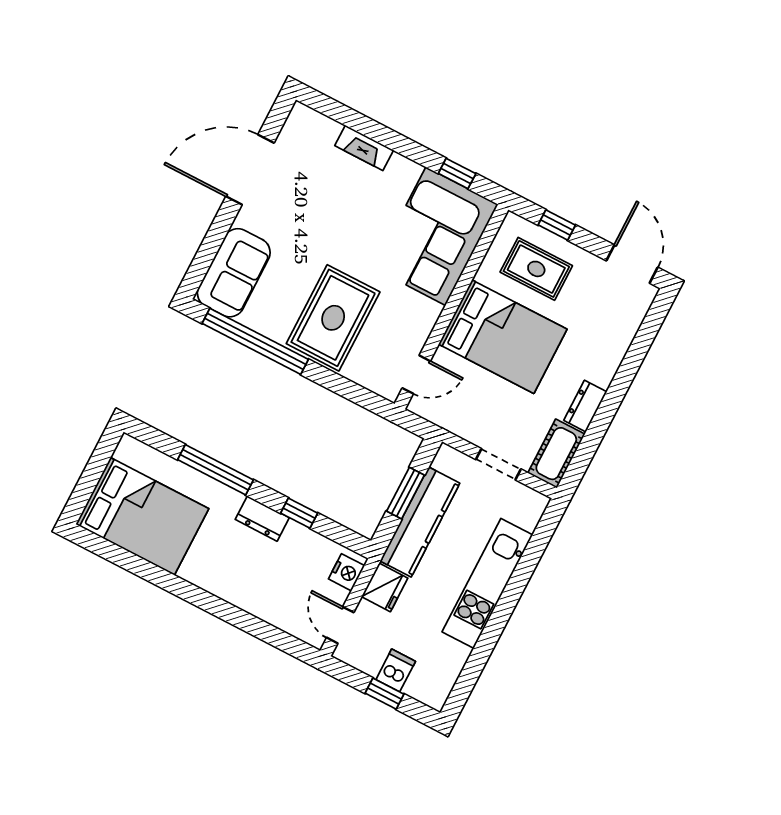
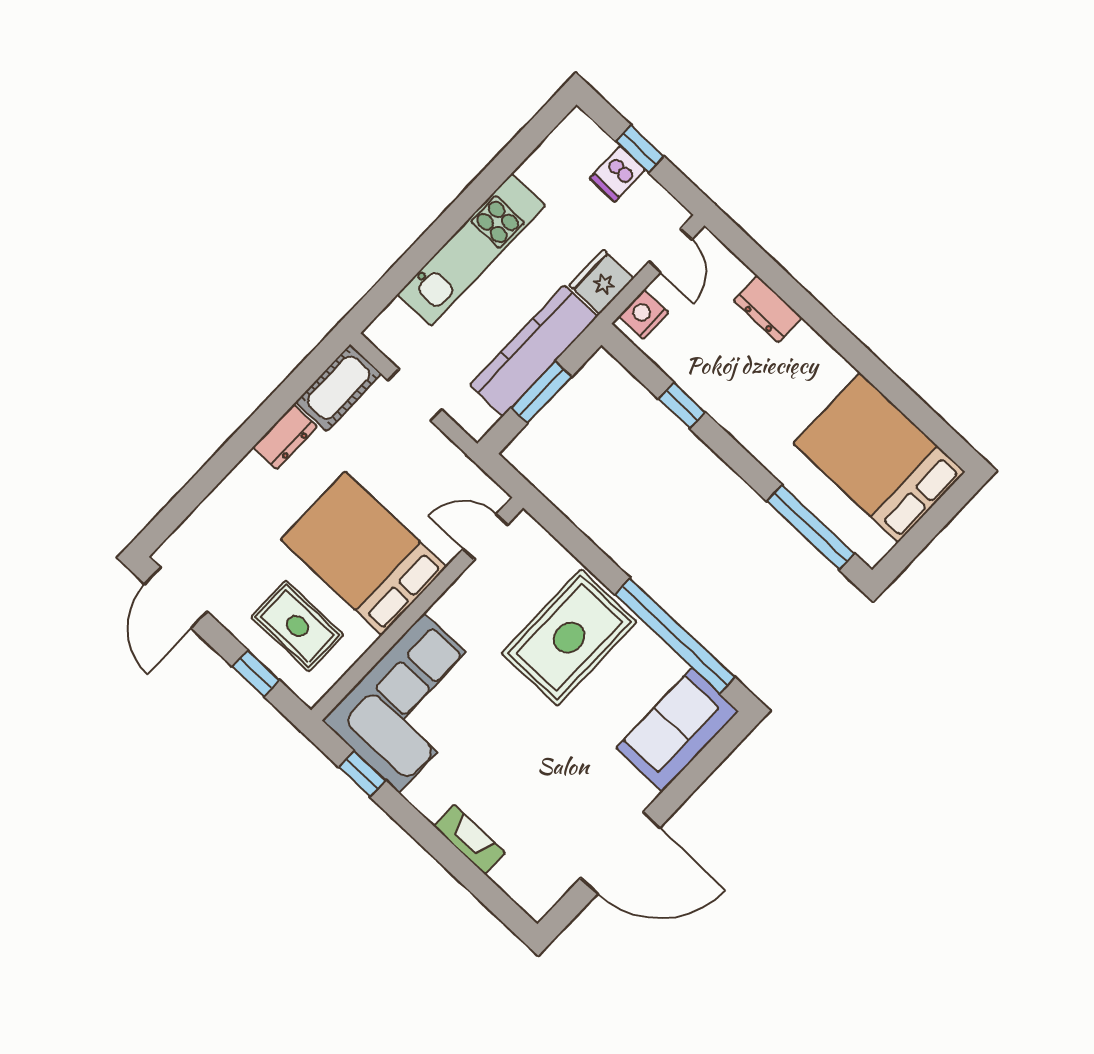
window: (216, 470) -> (811, 527), moved
dresser: (262, 519) -> (768, 309), moved, turned 180

